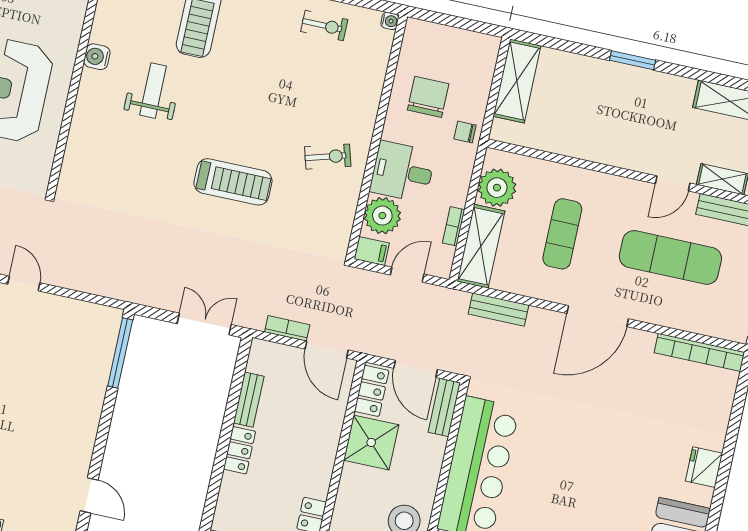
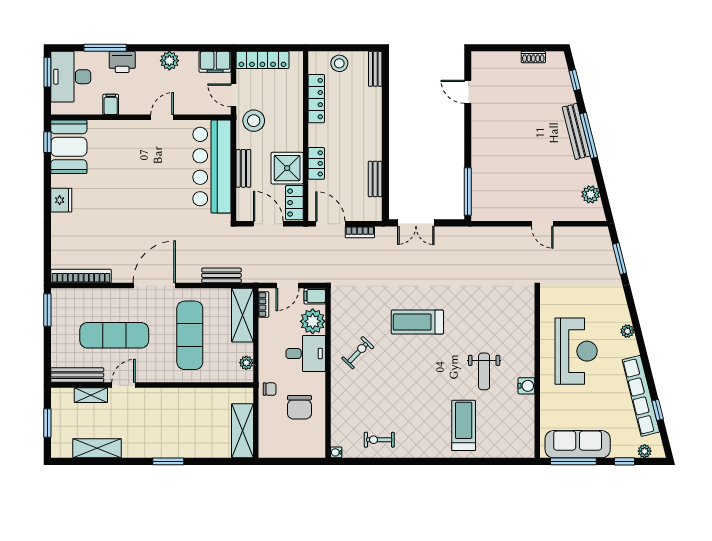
exercise bike: (328, 157) -> (358, 353), turned 150
plant: (497, 188) -> (246, 363), width x0.53, depth x0.53
bookcase: (454, 226) -> (264, 304), moved
exercise mat: (562, 234) -> (190, 335), width x1.36, depth x1.45
bench: (444, 407) -> (243, 168), moved
locker: (239, 450) -> (316, 163), moved, turned 180

